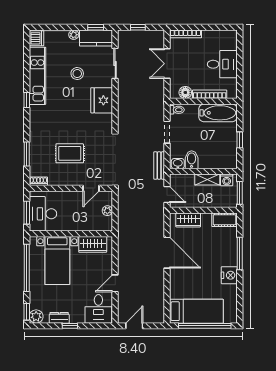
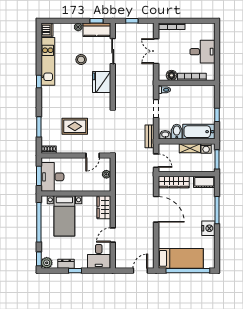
bathtub: (218, 113) -> (199, 132), moved, turned 180
wardrobe: (188, 220) -> (174, 182), width x1.50
wardrobe: (93, 244) -> (104, 207), moved, turned 90
door: (134, 326) -> (140, 271), moved

